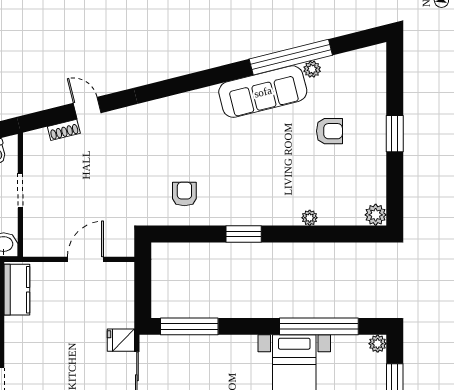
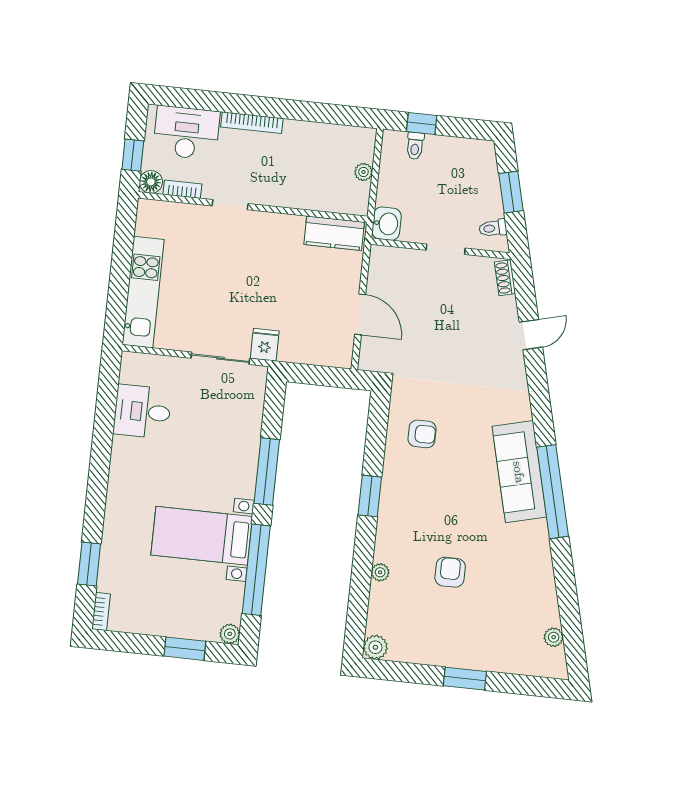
window: (291, 57) -> (553, 492), moved
plant: (312, 69) -> (554, 637), moved
sofa: (263, 92) -> (519, 472), moved
shoe rack: (64, 130) -> (505, 278), moved
armchair: (329, 131) -> (450, 572), moved, turned 180
window: (189, 326) -> (267, 472), moved

